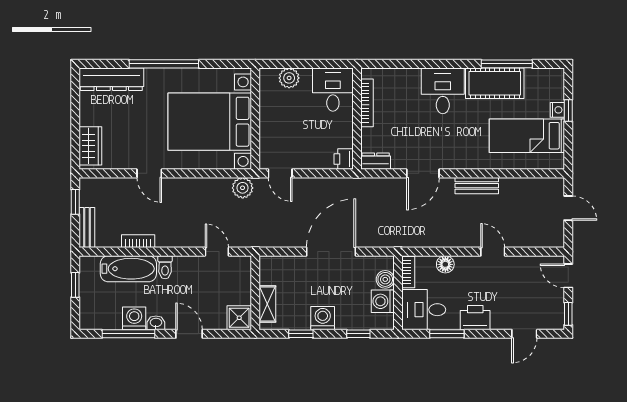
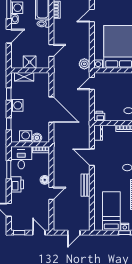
floor lamp: (445, 264) -> (45, 180), moved
door: (568, 276) -> (39, 233), hinge flipped
shower: (239, 318) -> (30, 62), moved

